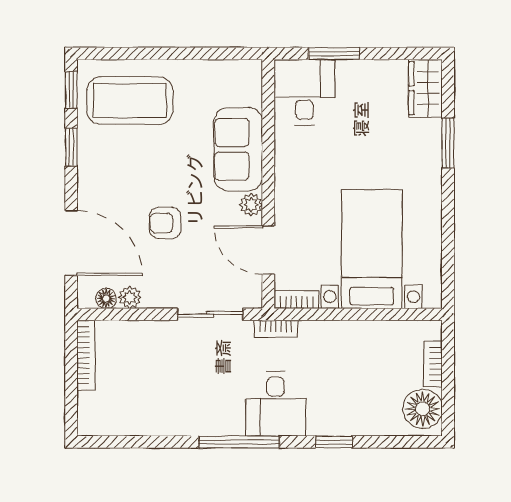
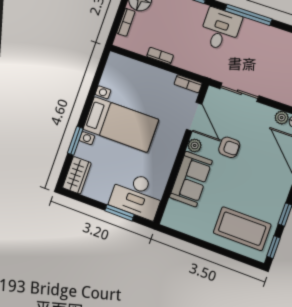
desk: (304, 92) -> (137, 195), width x1.37
armchair: (165, 223) -> (229, 147), moved
bed with nightstands: (372, 249) -> (121, 124), moved, turned -90
bookcase: (276, 329) -> (160, 56), moved

